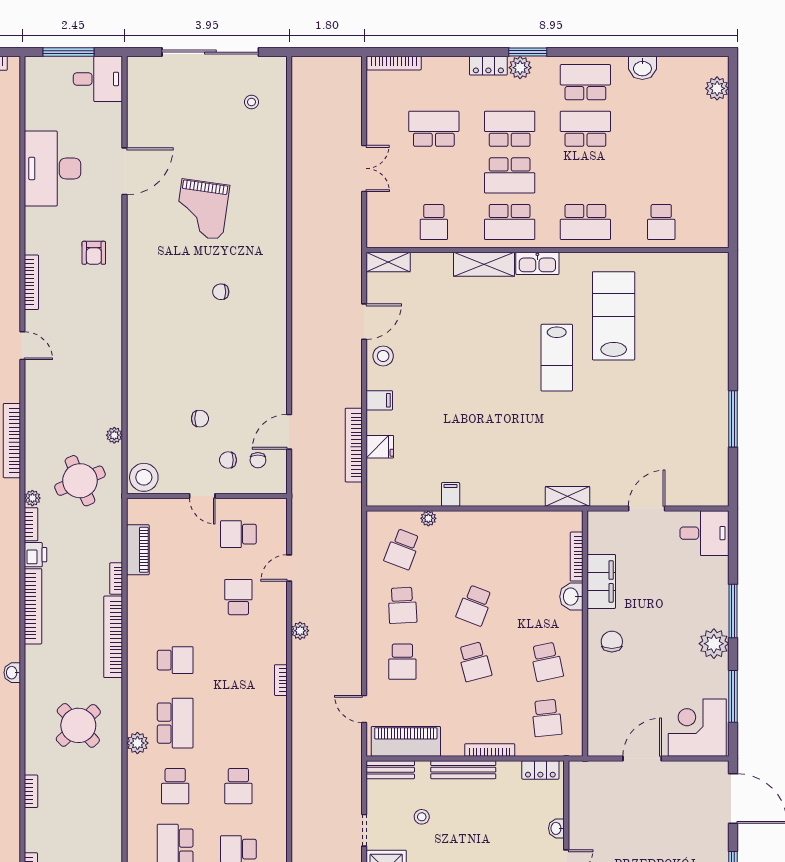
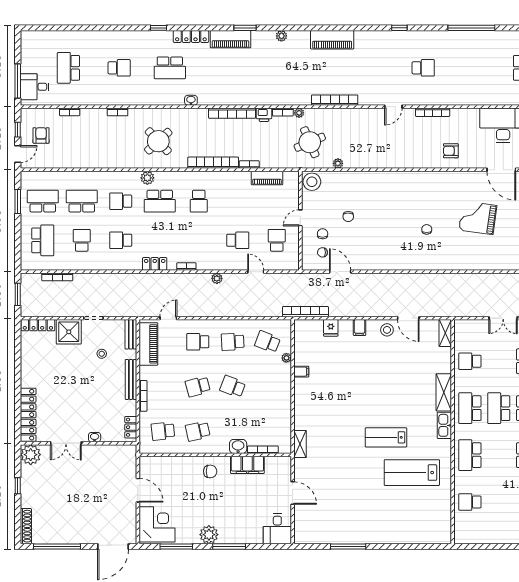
lab bench: (614, 316) -> (412, 473), turned 180
bookcase: (354, 445) -> (305, 312), moved
locker: (277, 731) -> (155, 264), added

